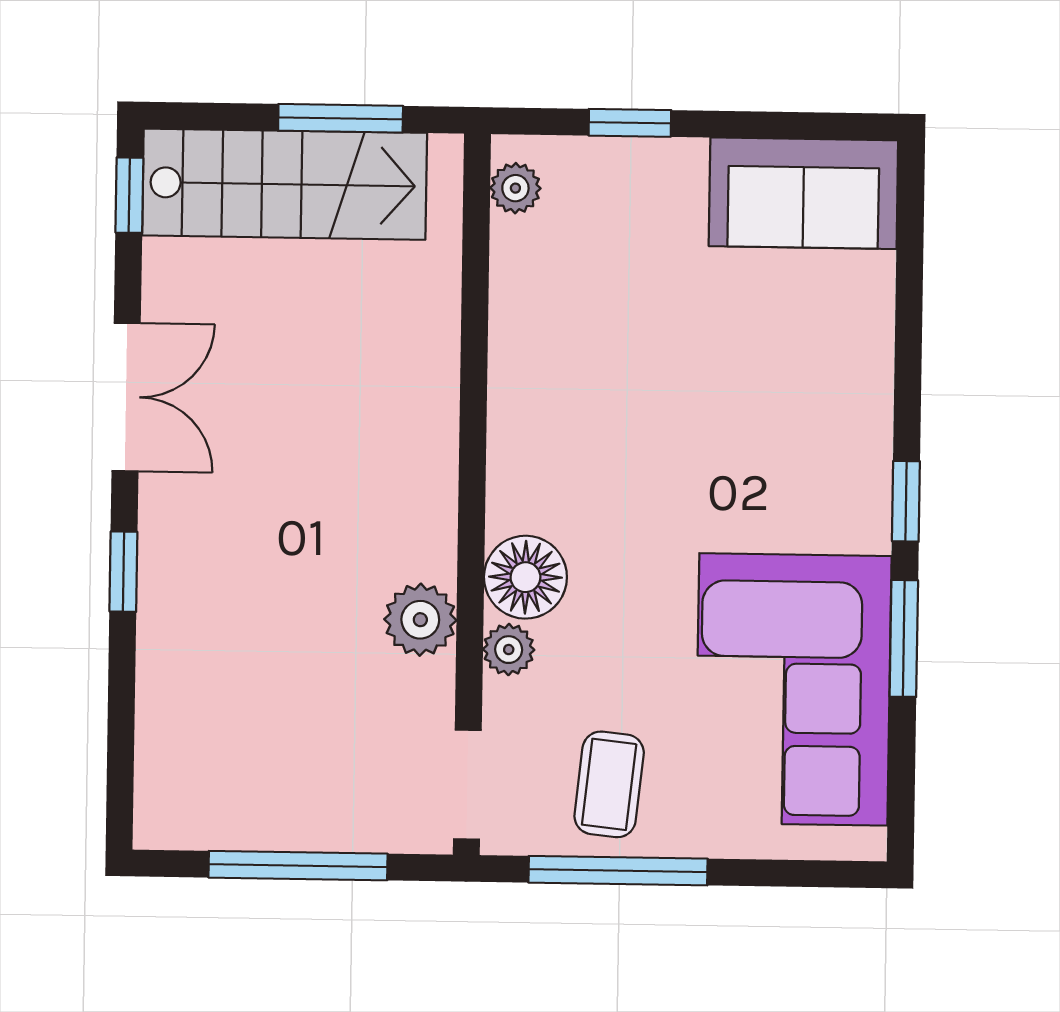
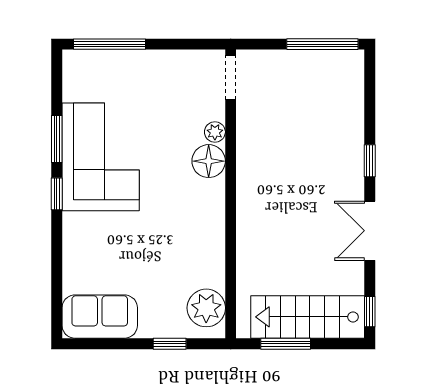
plant: (515, 188) -> (206, 308), width x1.87, depth x1.87
plant: (420, 620) -> (250, 143), removed
corner sofa: (793, 689) -> (101, 157), moved
coffee table: (609, 784) -> (174, 79), removed
window: (298, 866) -> (322, 44), moved
window: (618, 871) -> (109, 44), moved

